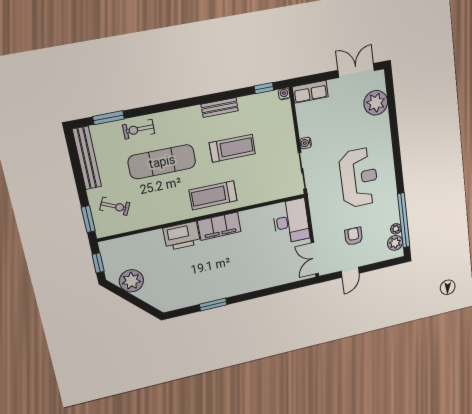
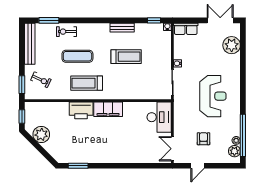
exercise mat: (162, 162) -> (77, 56), width x0.73, depth x0.69
treadmill: (213, 195) -> (87, 83), moved
window: (213, 304) -> (78, 166), moved

